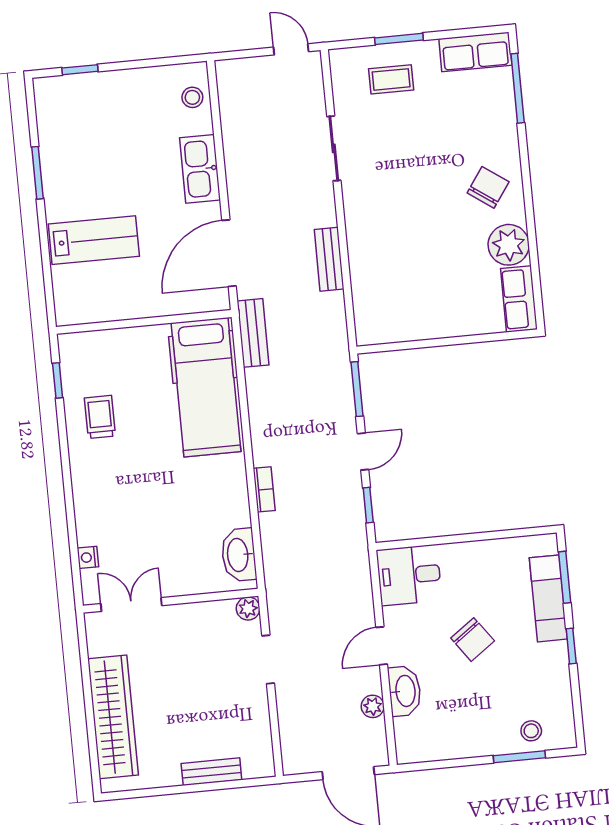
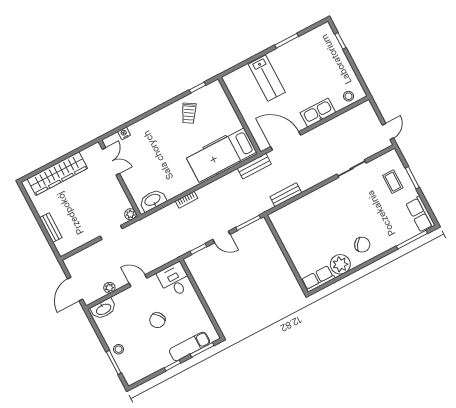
bench: (329, 259) -> (286, 195), moved
trolley: (100, 417) -> (189, 113), turned 122
washbasin: (405, 691) -> (103, 309), moved
stool: (531, 731) -> (119, 349), moved

